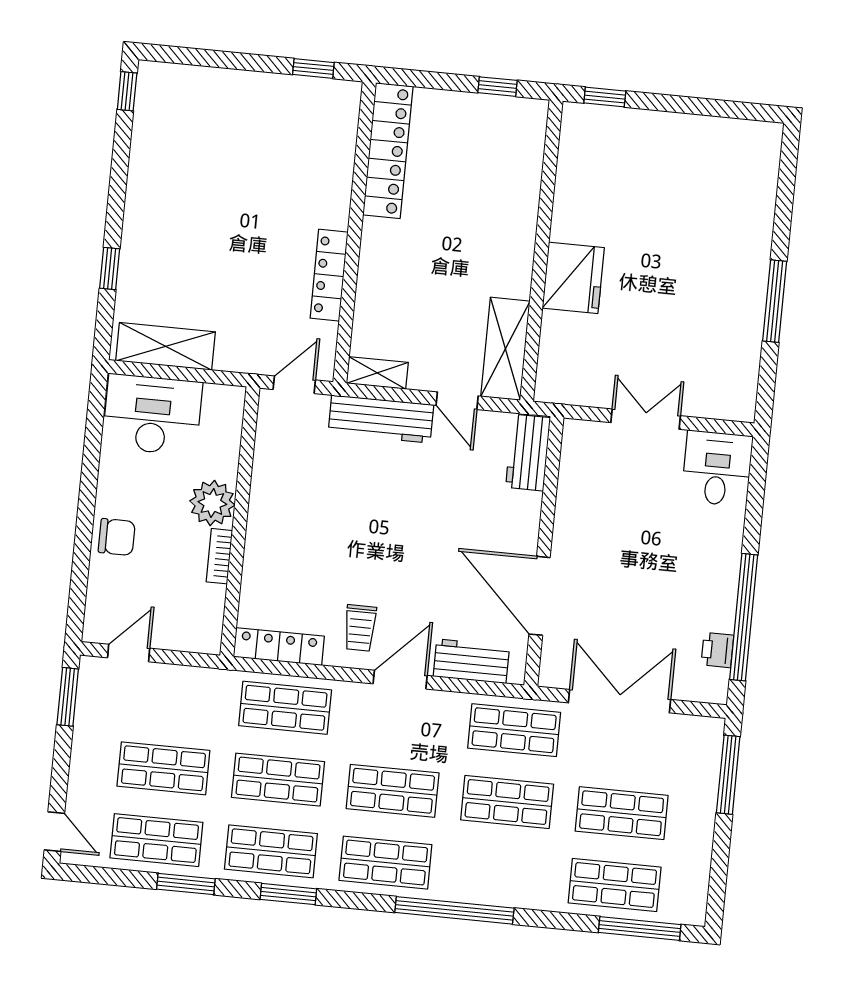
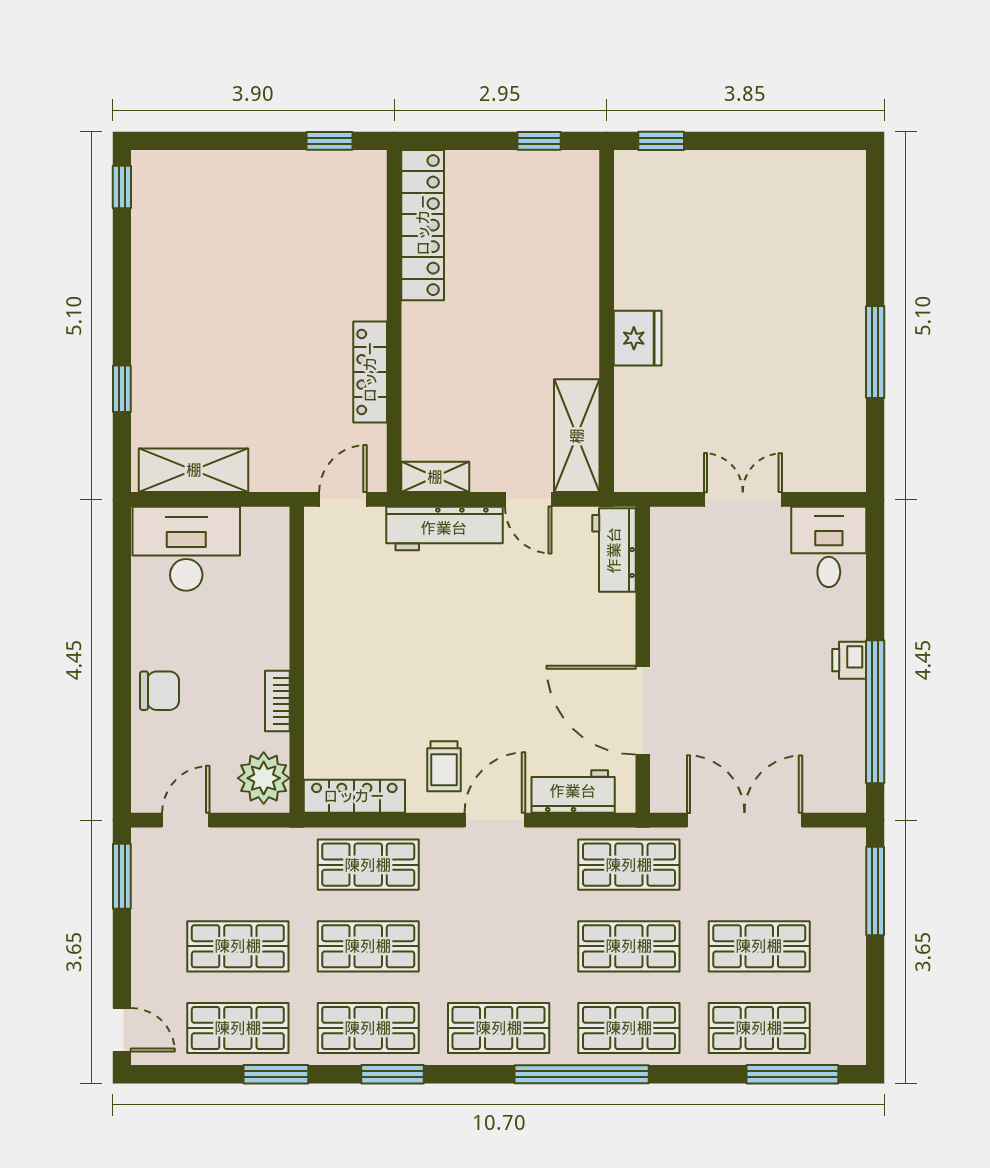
fridge: (573, 278) -> (638, 338), width x0.73, depth x0.75
plant: (212, 503) -> (264, 778), moved
printer: (717, 650) -> (849, 660), moved
shop shelf: (393, 791) -> (629, 1028), moved

